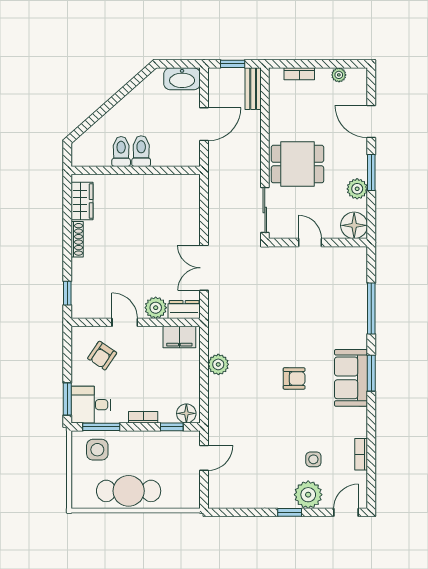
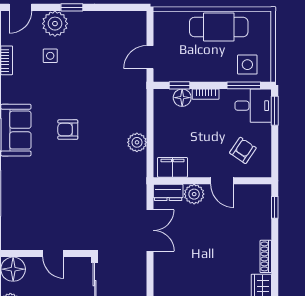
floor lamp: (186, 413) -> (182, 98), moved

